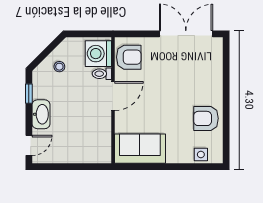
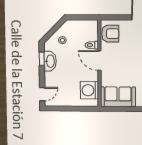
washing machine: (98, 54) -> (89, 90), moved
door: (113, 96) -> (99, 61), swing flipped
washbasin: (41, 114) -> (50, 61), moved

